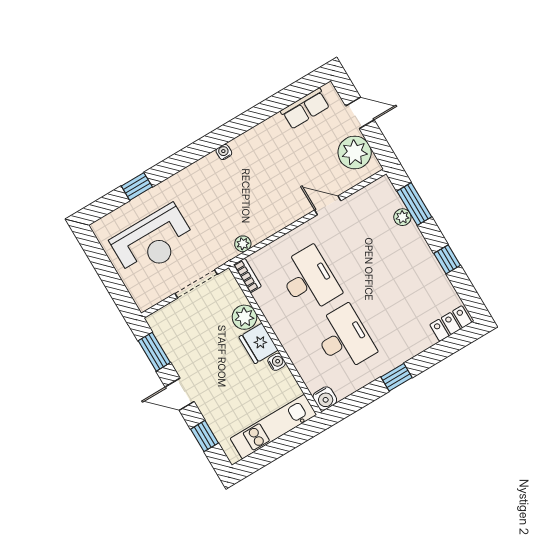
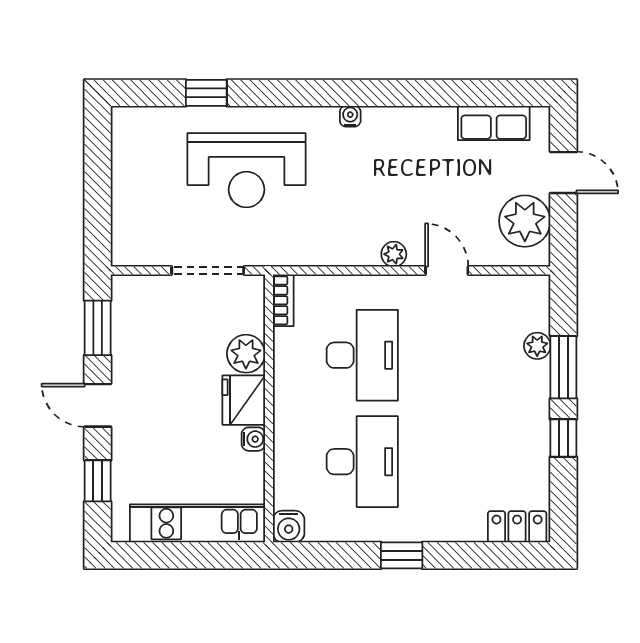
window: (414, 204) -> (563, 367), moved
reception desk: (153, 241) -> (246, 170), moved
plant: (243, 244) -> (394, 254), moved

